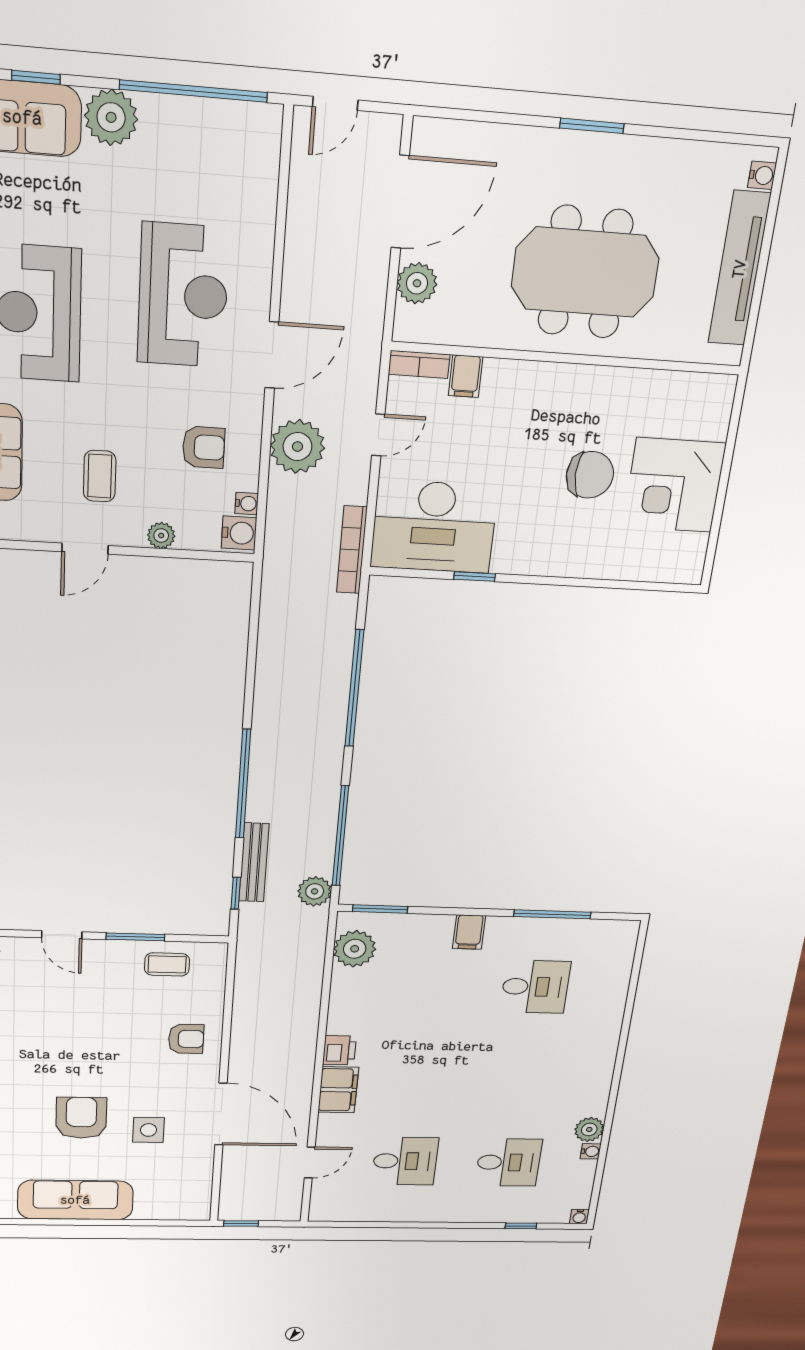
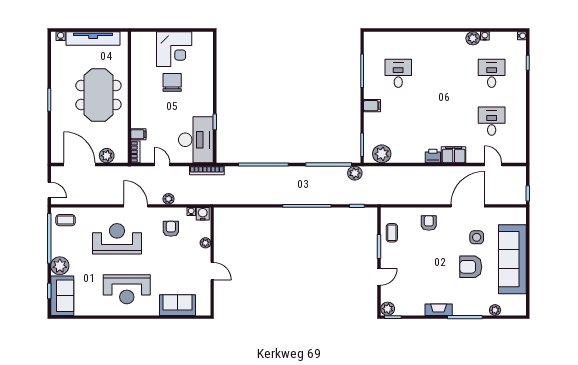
plant: (297, 447) -> (168, 199), width x0.53, depth x0.53
coffee table: (100, 476) -> (66, 220), moved
bench: (254, 863) -> (342, 199), removed
sofa: (75, 1200) -> (512, 259), width x1.36, depth x1.27

